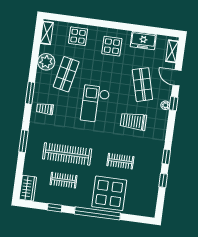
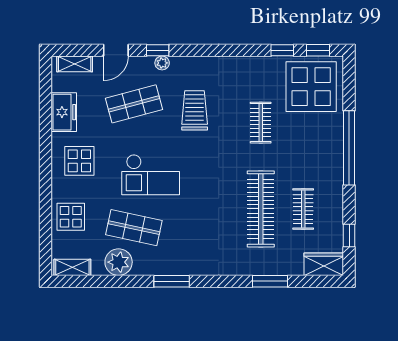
checkout: (95, 104) -> (151, 175), moved
trolley: (45, 109) -> (194, 254), removed
trolley: (133, 121) -> (195, 110), turned 180
window: (23, 141) -> (270, 281), moved
window: (166, 157) -> (318, 50), moved
display table: (109, 193) -> (311, 87), moved
window: (55, 208) -> (349, 235), moved

